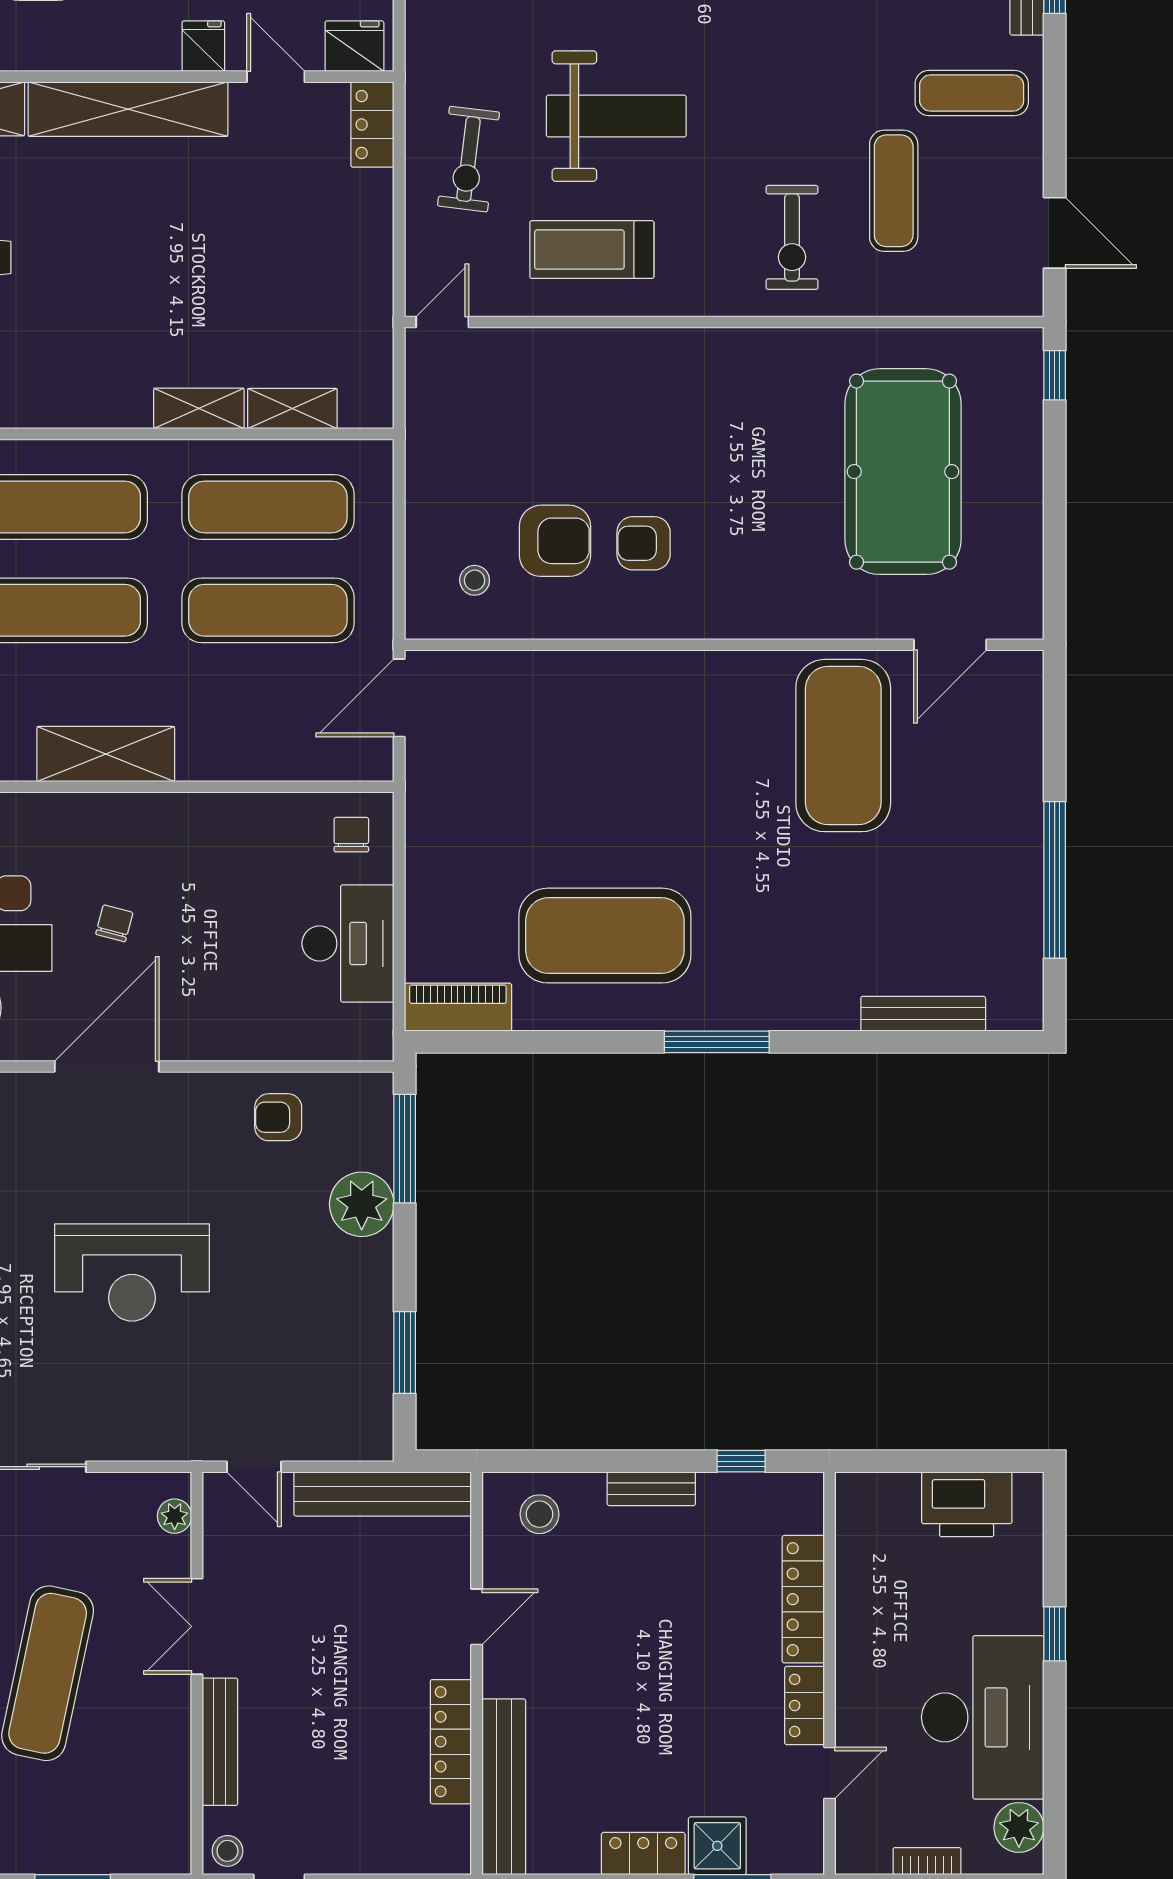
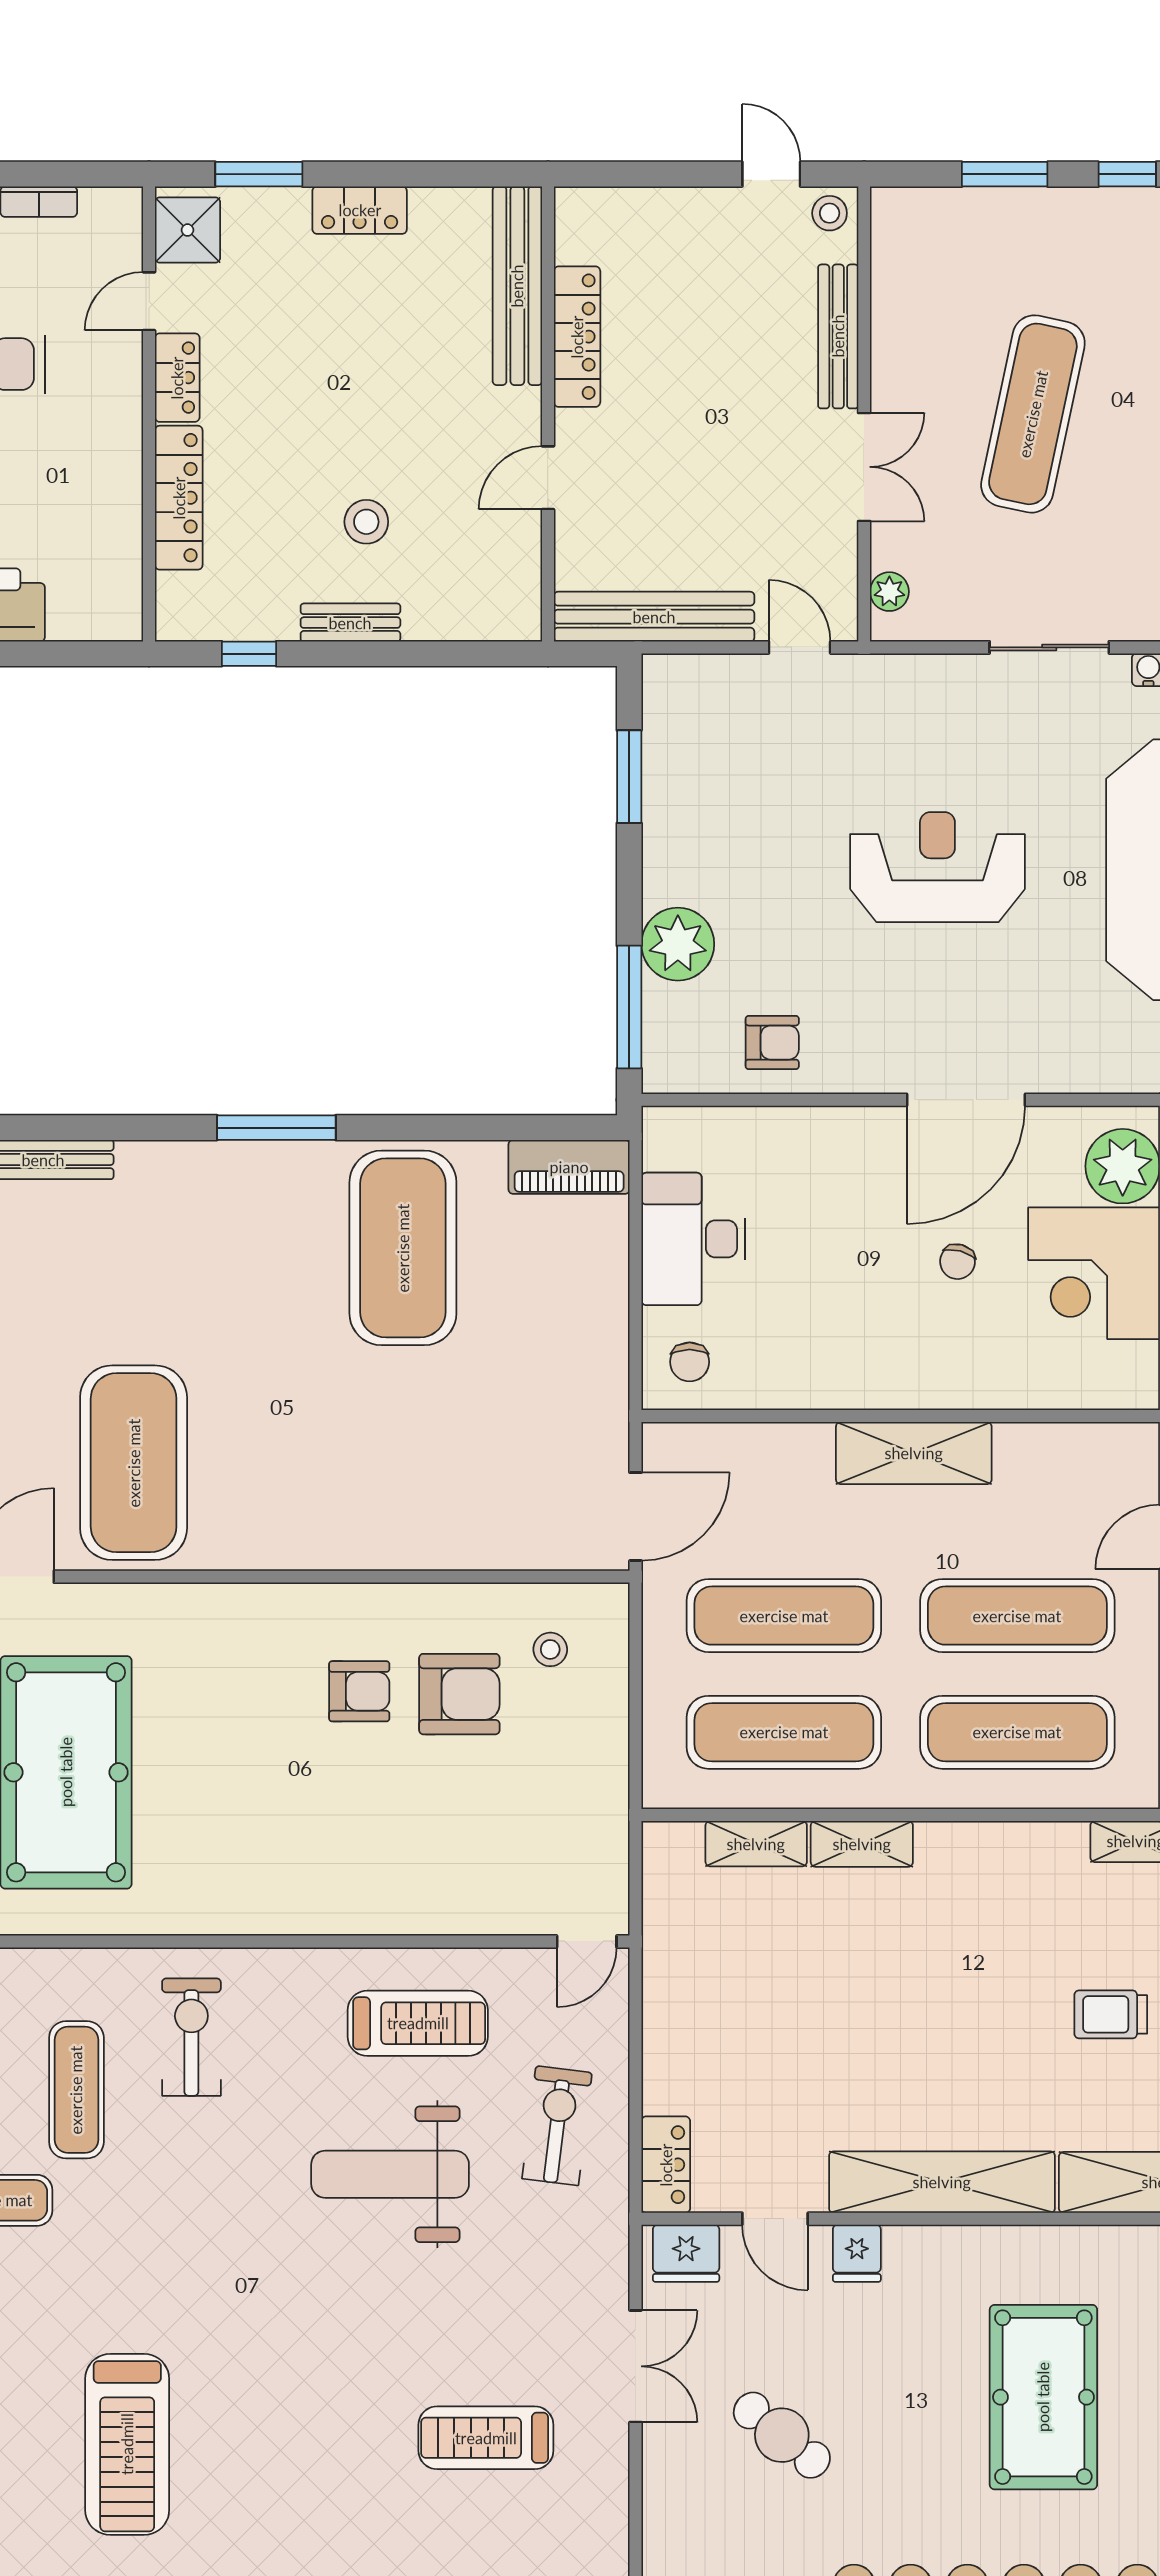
armchair: (555, 541) -> (459, 1694), turned 180
shelving: (106, 754) -> (914, 1453), moved
exercise mat: (605, 936) -> (403, 1248), turned 90
stool: (539, 1514) -> (366, 522), moved
shower: (717, 1846) -> (187, 230), moved

